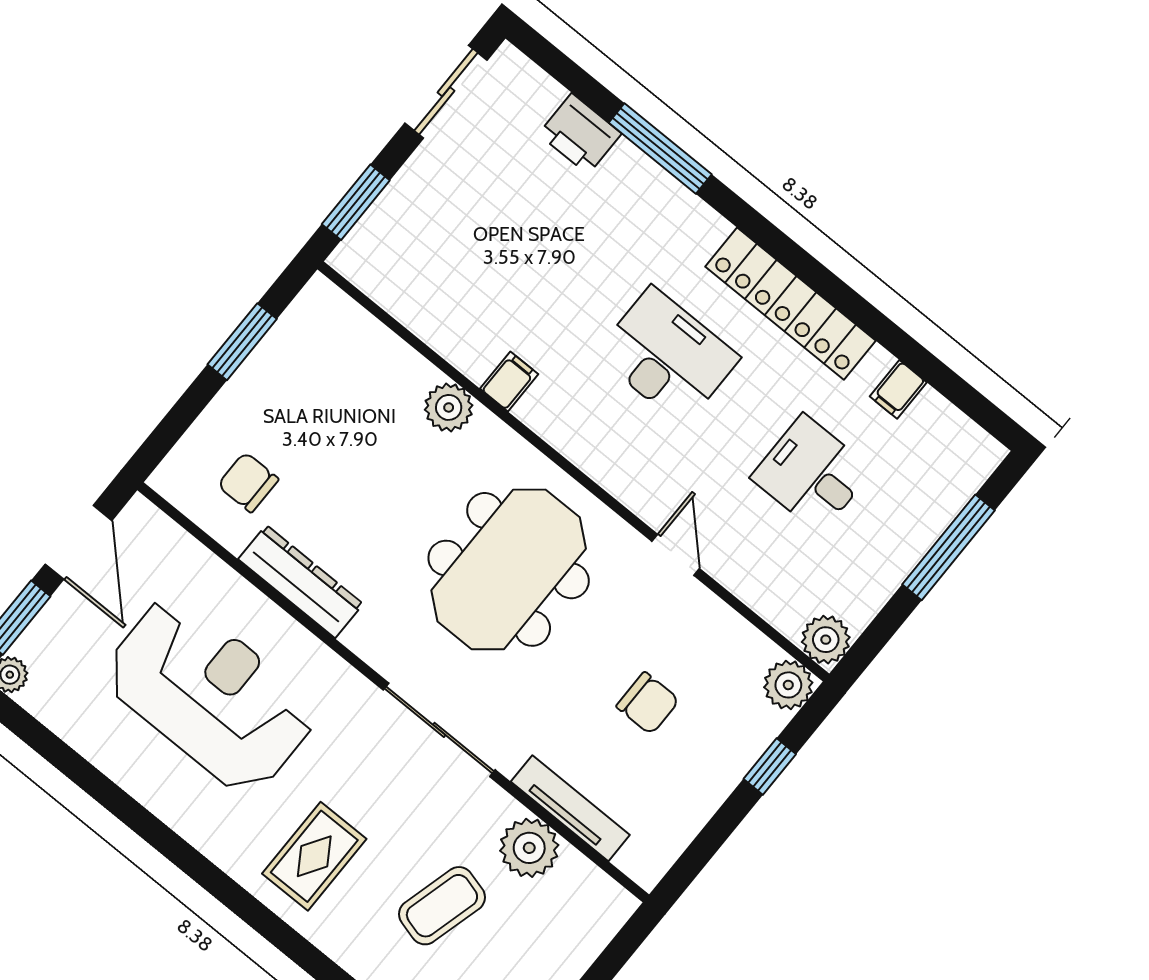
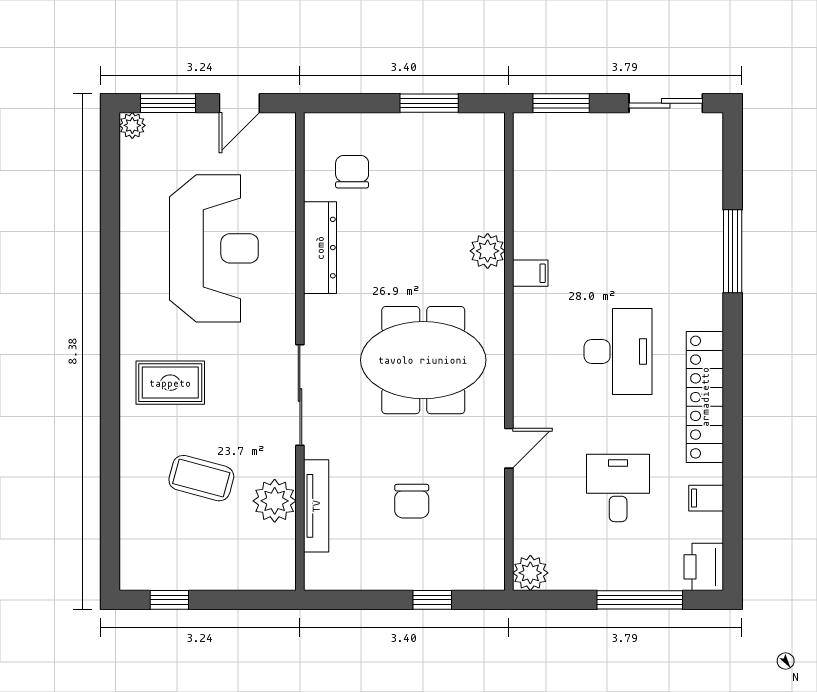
printer: (580, 134) -> (704, 567), moved
door: (79, 542) -> (239, 103), width x0.73
plant: (788, 685) -> (487, 573), removed

